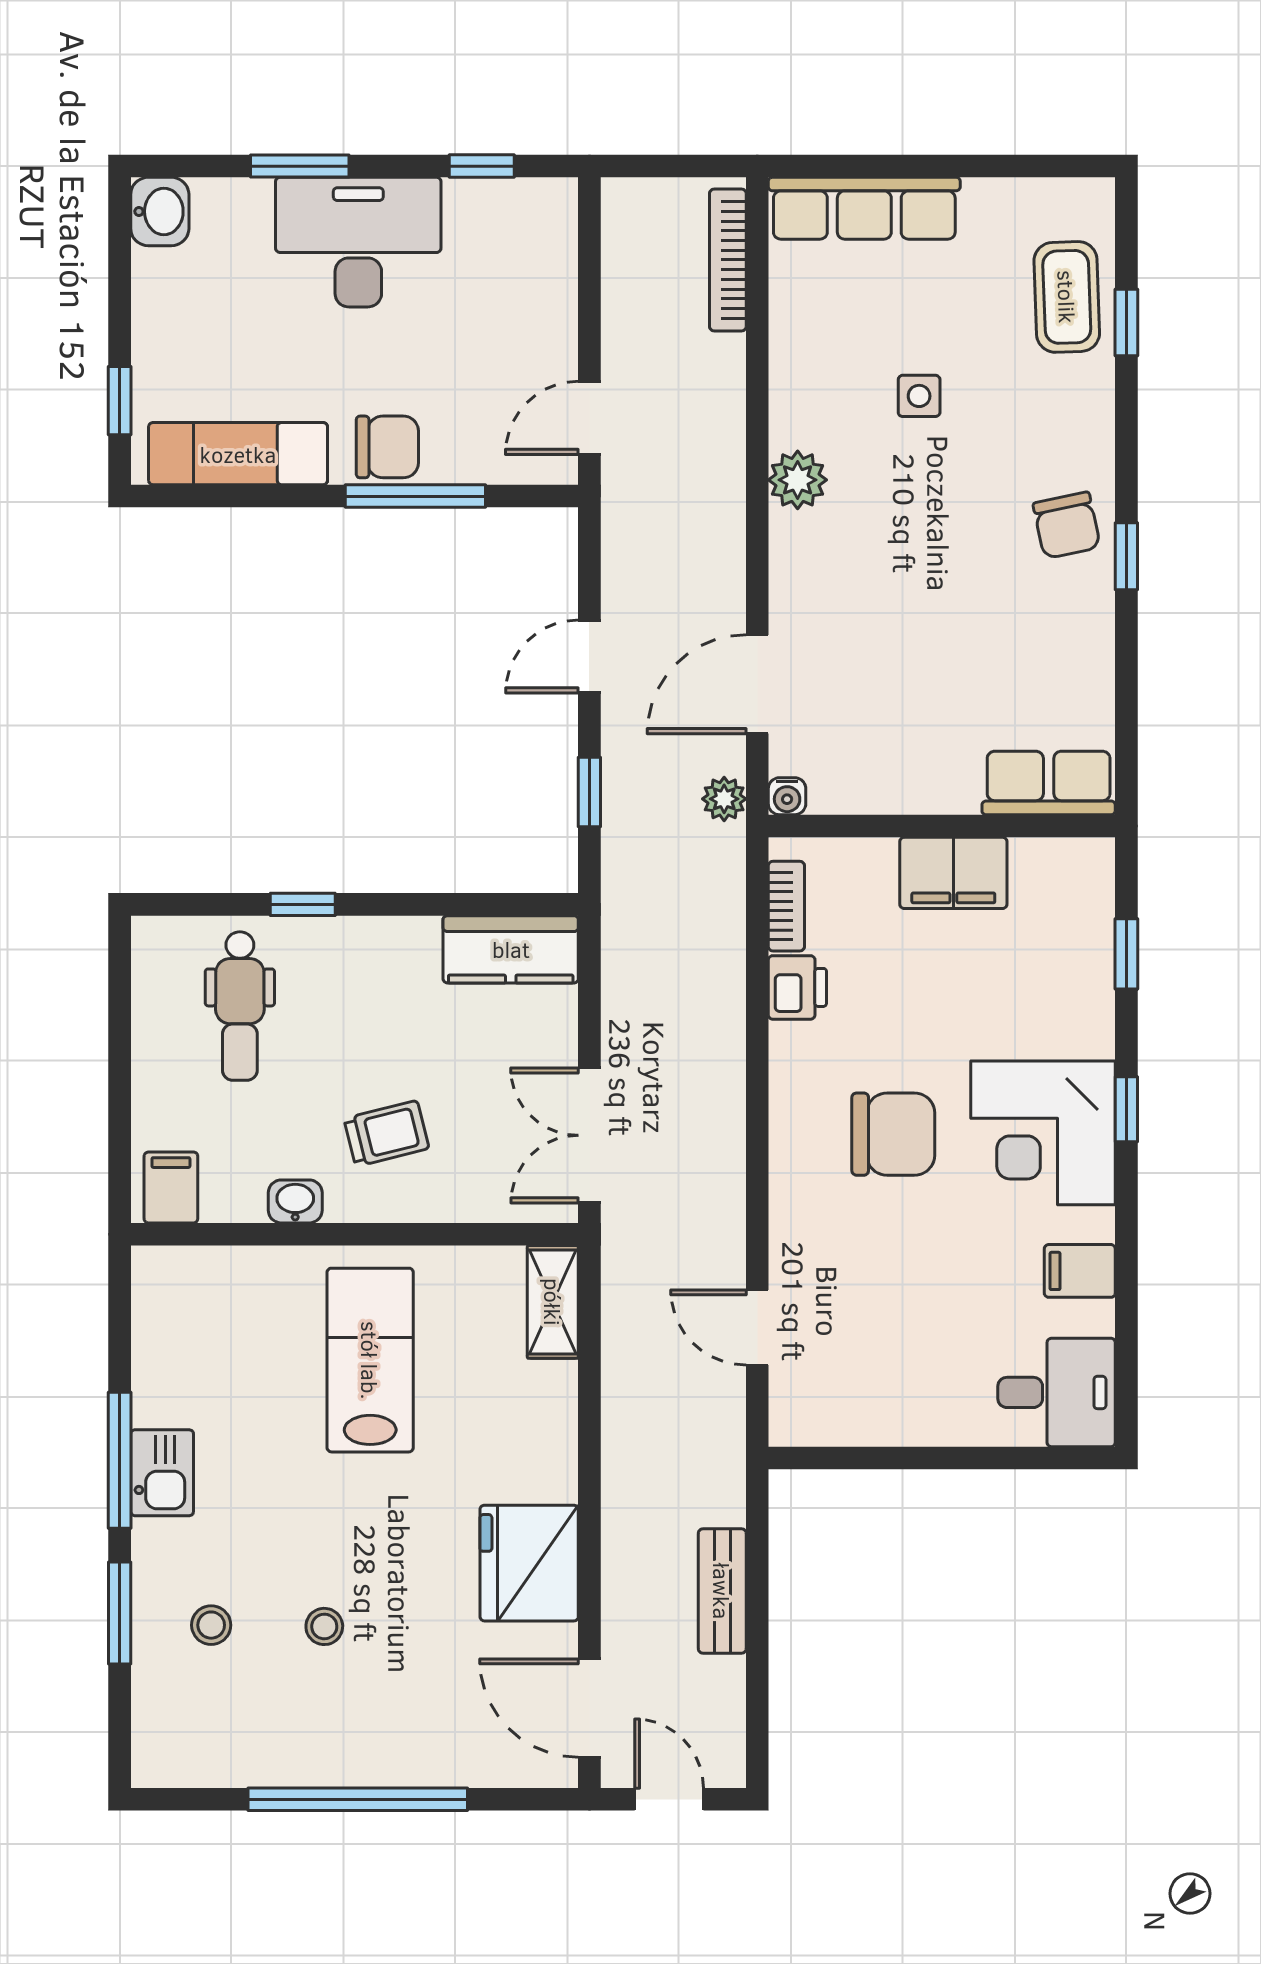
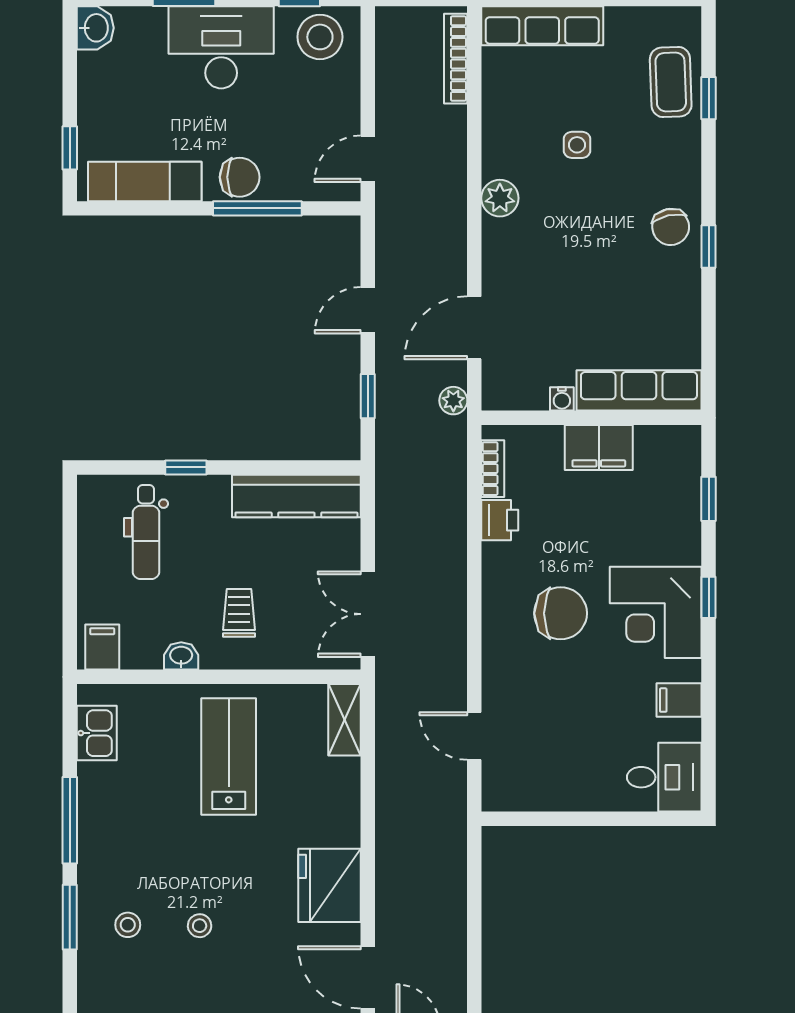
stool: (514, 226) -> (320, 37), added
row of seats: (1049, 783) -> (639, 390), width x1.48
water cooler: (787, 796) -> (562, 399), moved
kitchen counter: (511, 949) -> (296, 496), width x1.50
trolley: (386, 1133) -> (239, 613), turned -76
kitchen sink: (162, 1473) -> (97, 733), moved
bench: (722, 1591) -> (452, 903), removed

